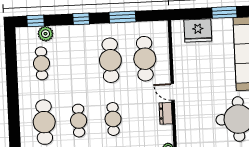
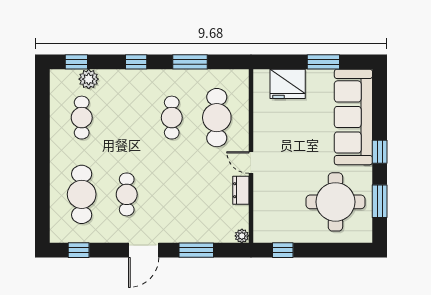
cafe table: (110, 60) -> (172, 118), width x0.73, depth x0.74
cafe table: (113, 119) -> (172, 194), removed

